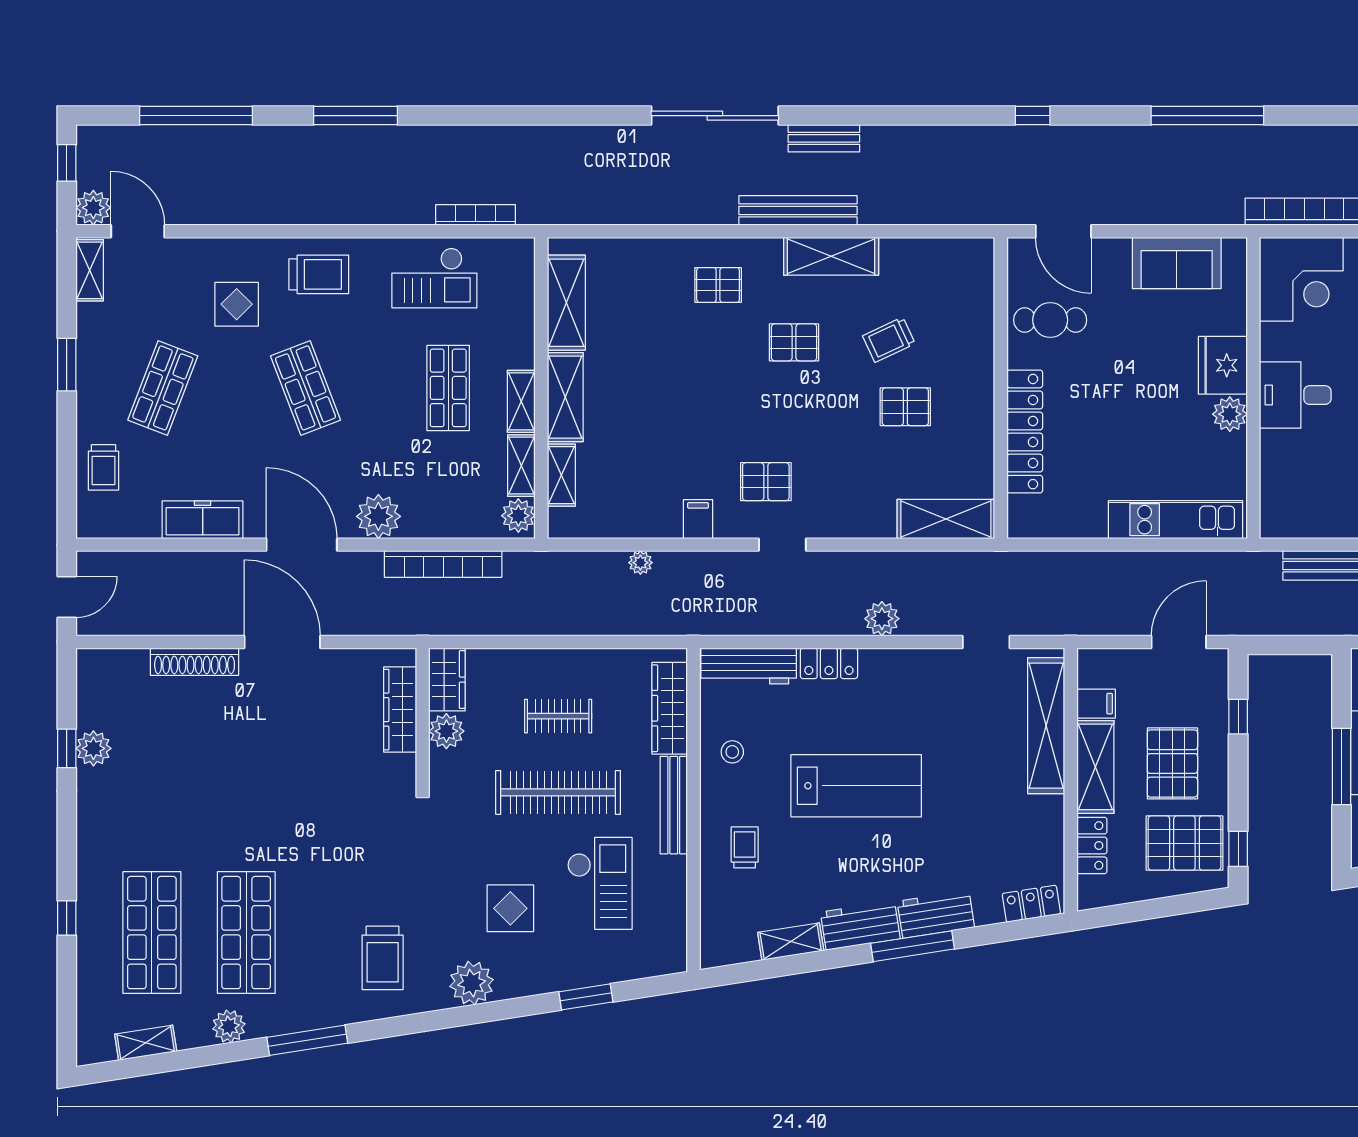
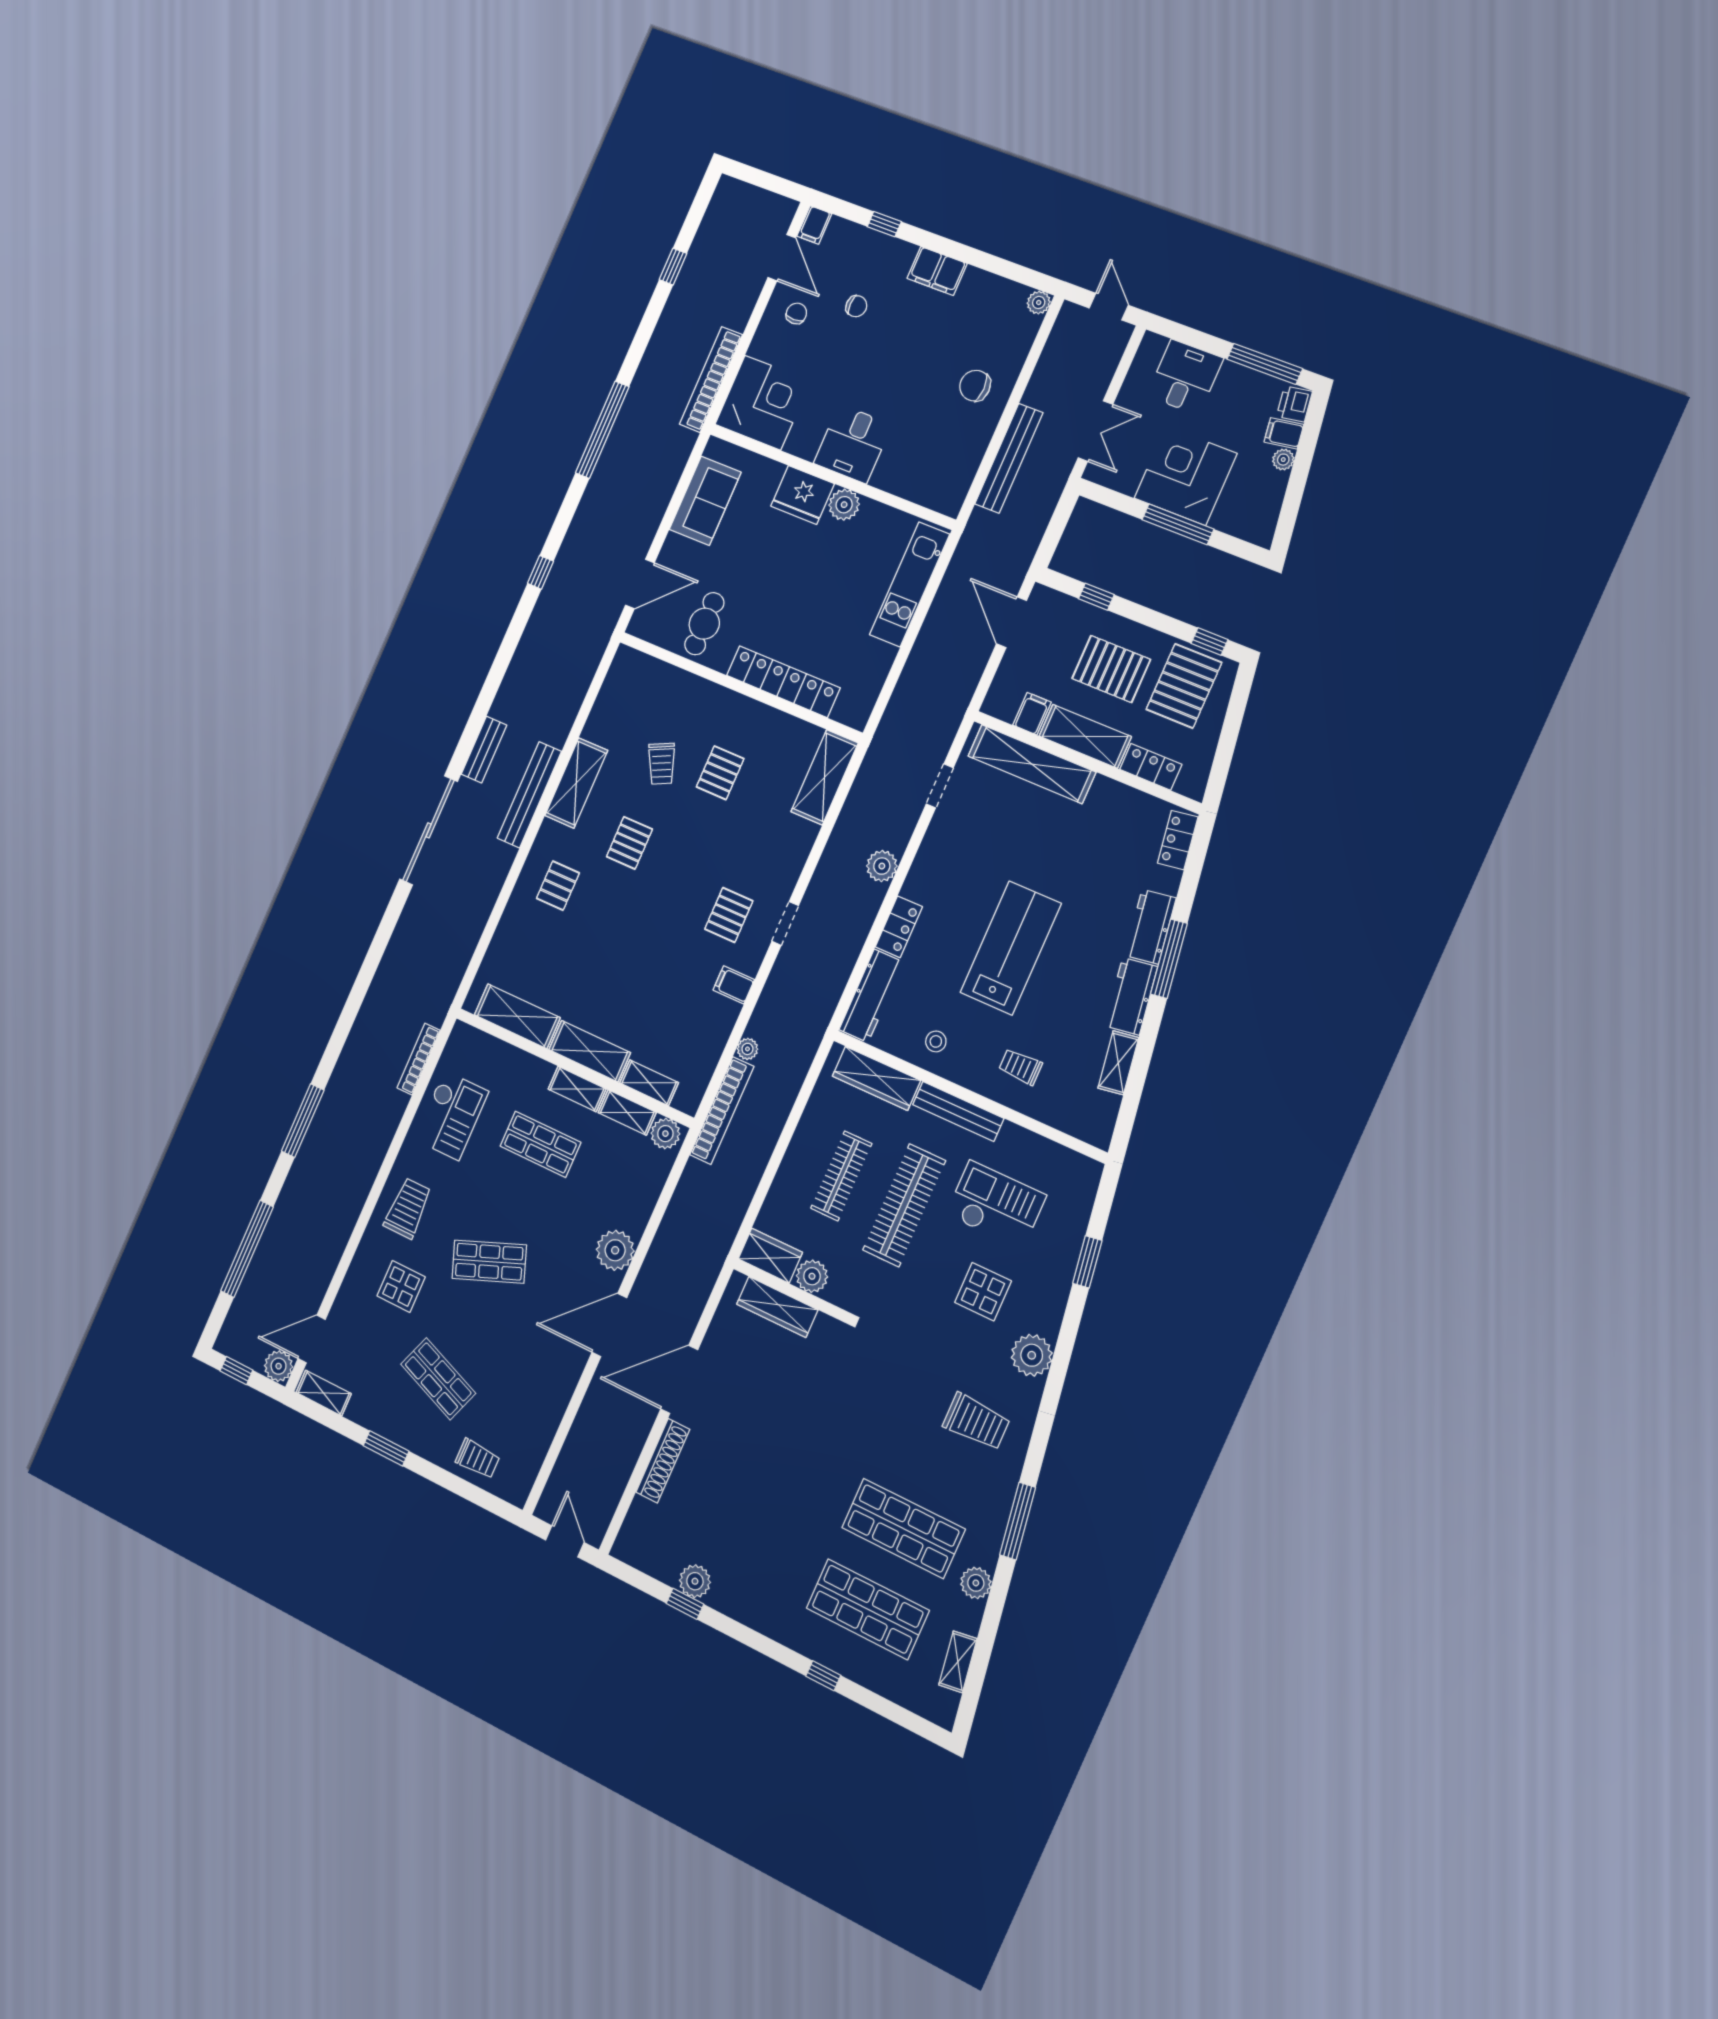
freezer: (203, 520) -> (554, 1398), removed
bookcase: (443, 564) -> (722, 1111), moved
clothes rail: (558, 716) -> (841, 1176), width x1.36

